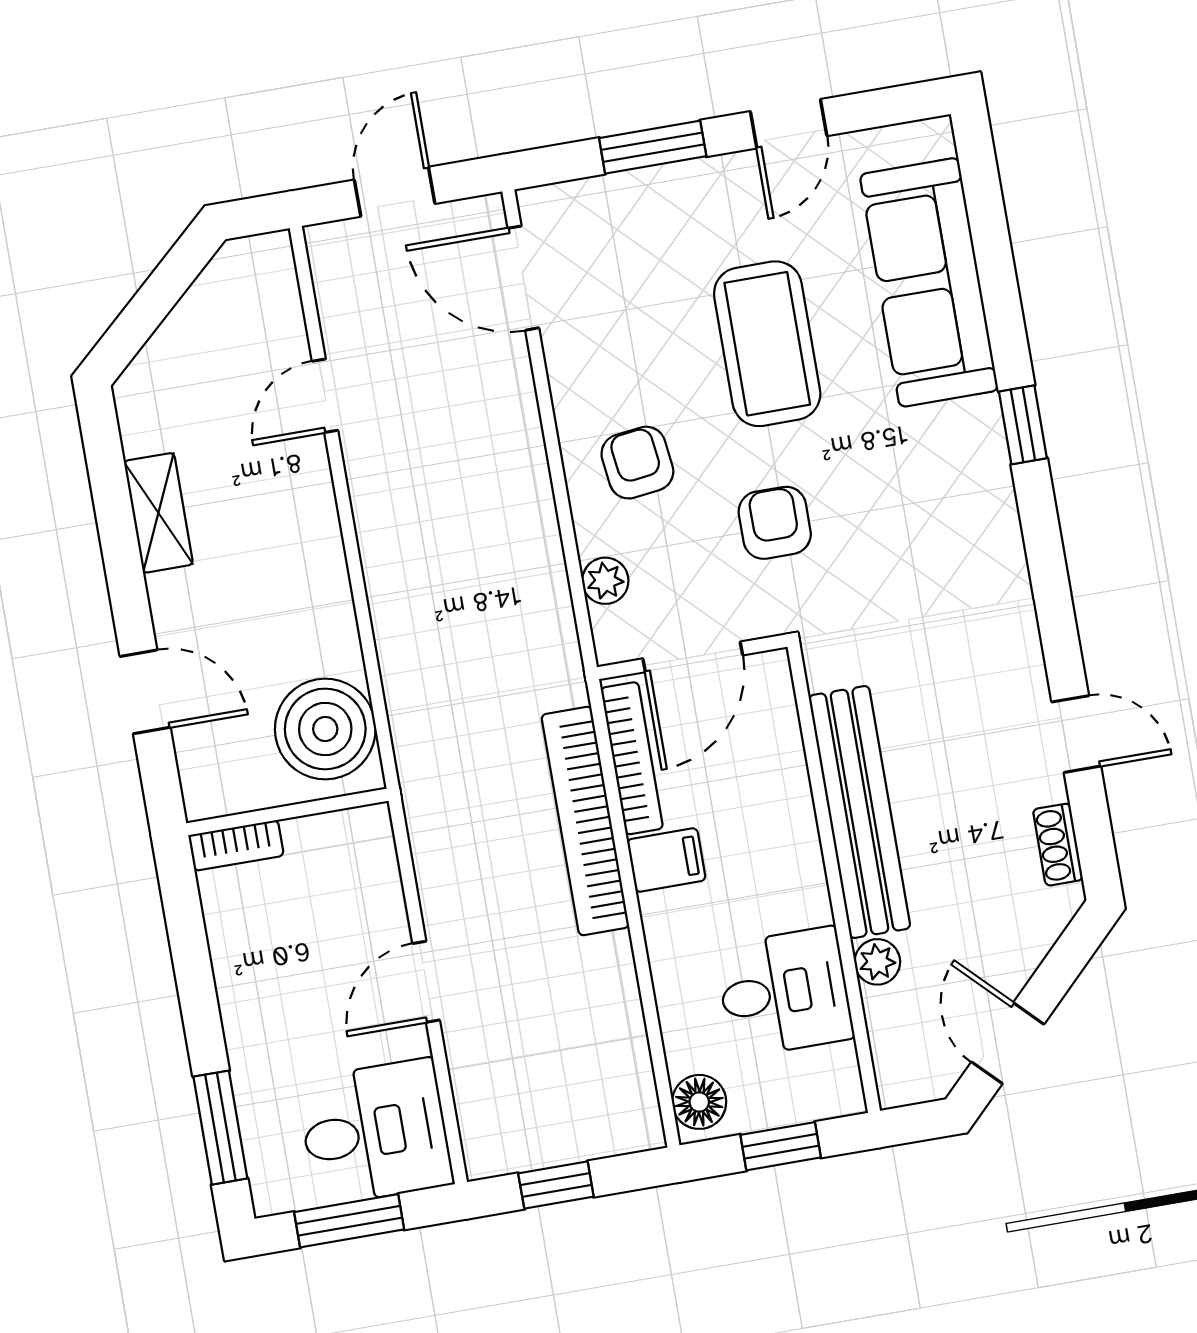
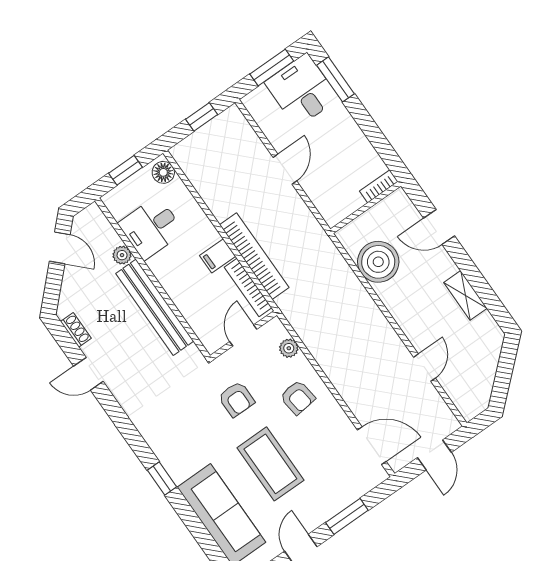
door: (693, 657) -> (243, 335), width x0.73
boiler: (325, 729) -> (378, 262), moved
desk: (375, 1132) -> (302, 90), moved, turned 90

